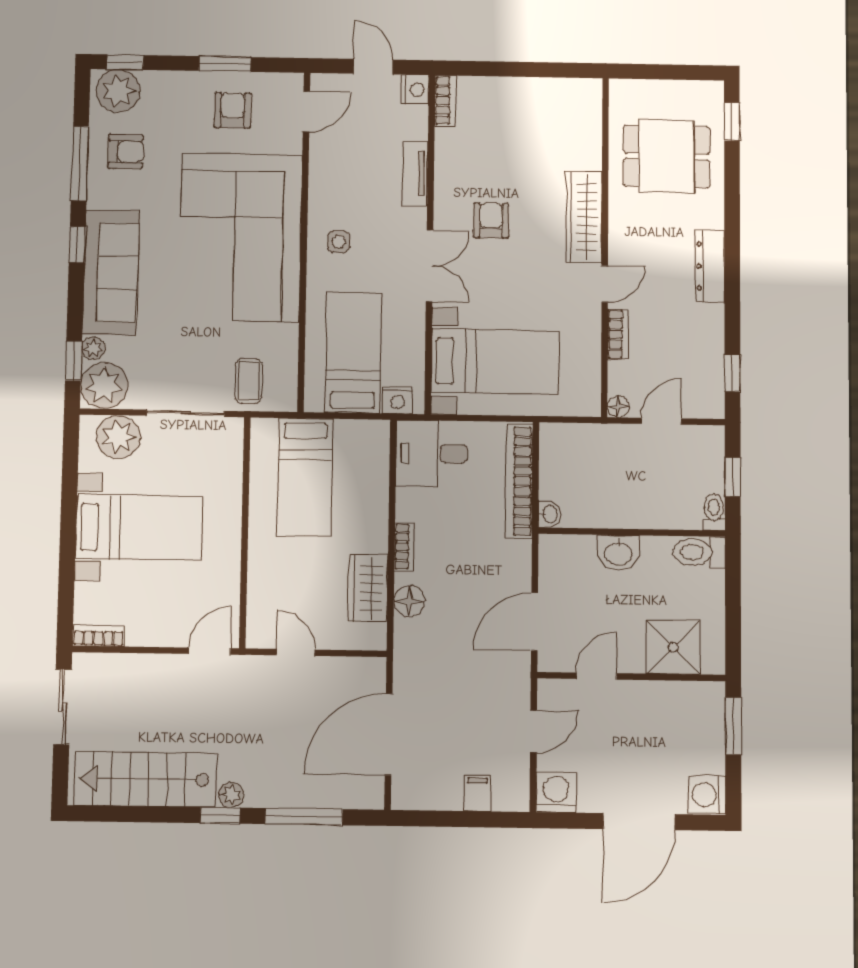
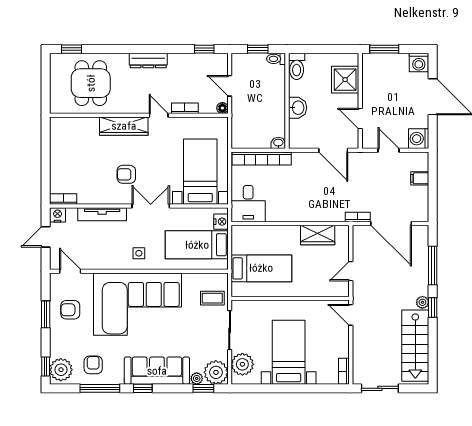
tv unit: (415, 173) -> (102, 214), width x1.41
bookcase: (404, 547) -> (358, 217), moved
floor lamp: (409, 601) -> (324, 214), removed

